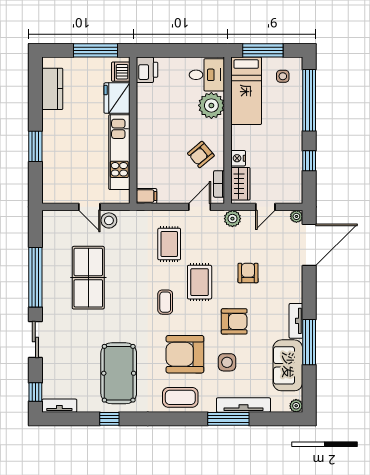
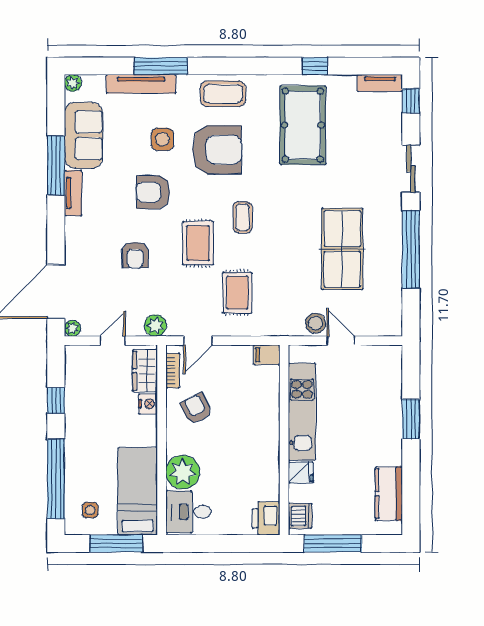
fridge: (117, 98) -> (301, 473), width x0.53, depth x0.75
armchair: (201, 154) -> (196, 409), turned -77

